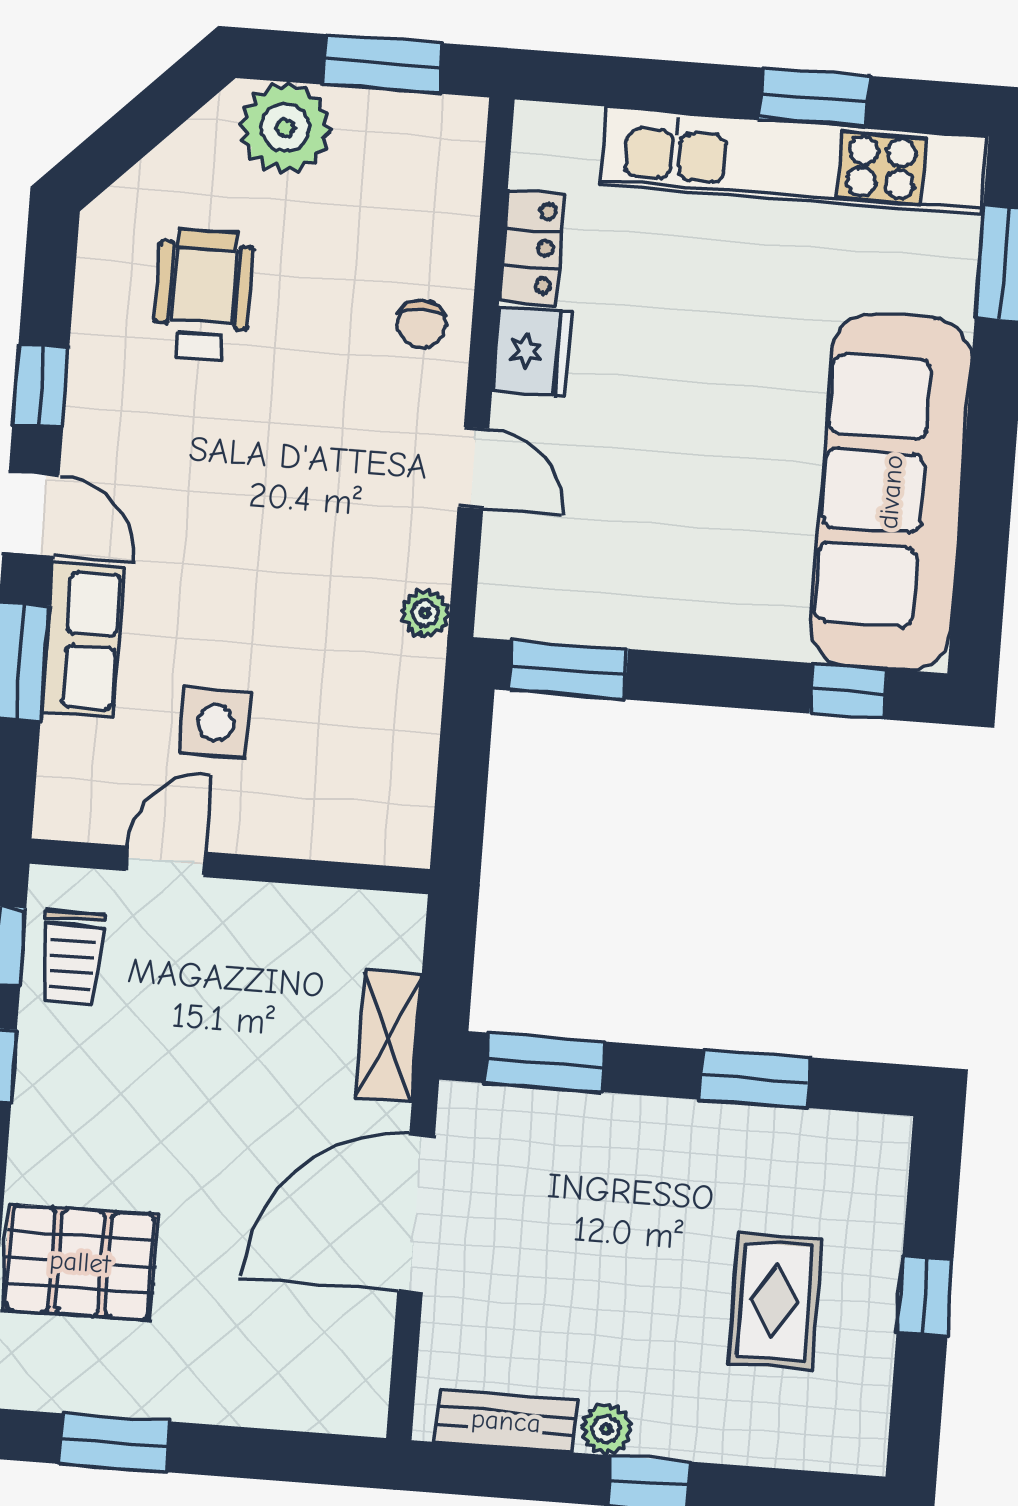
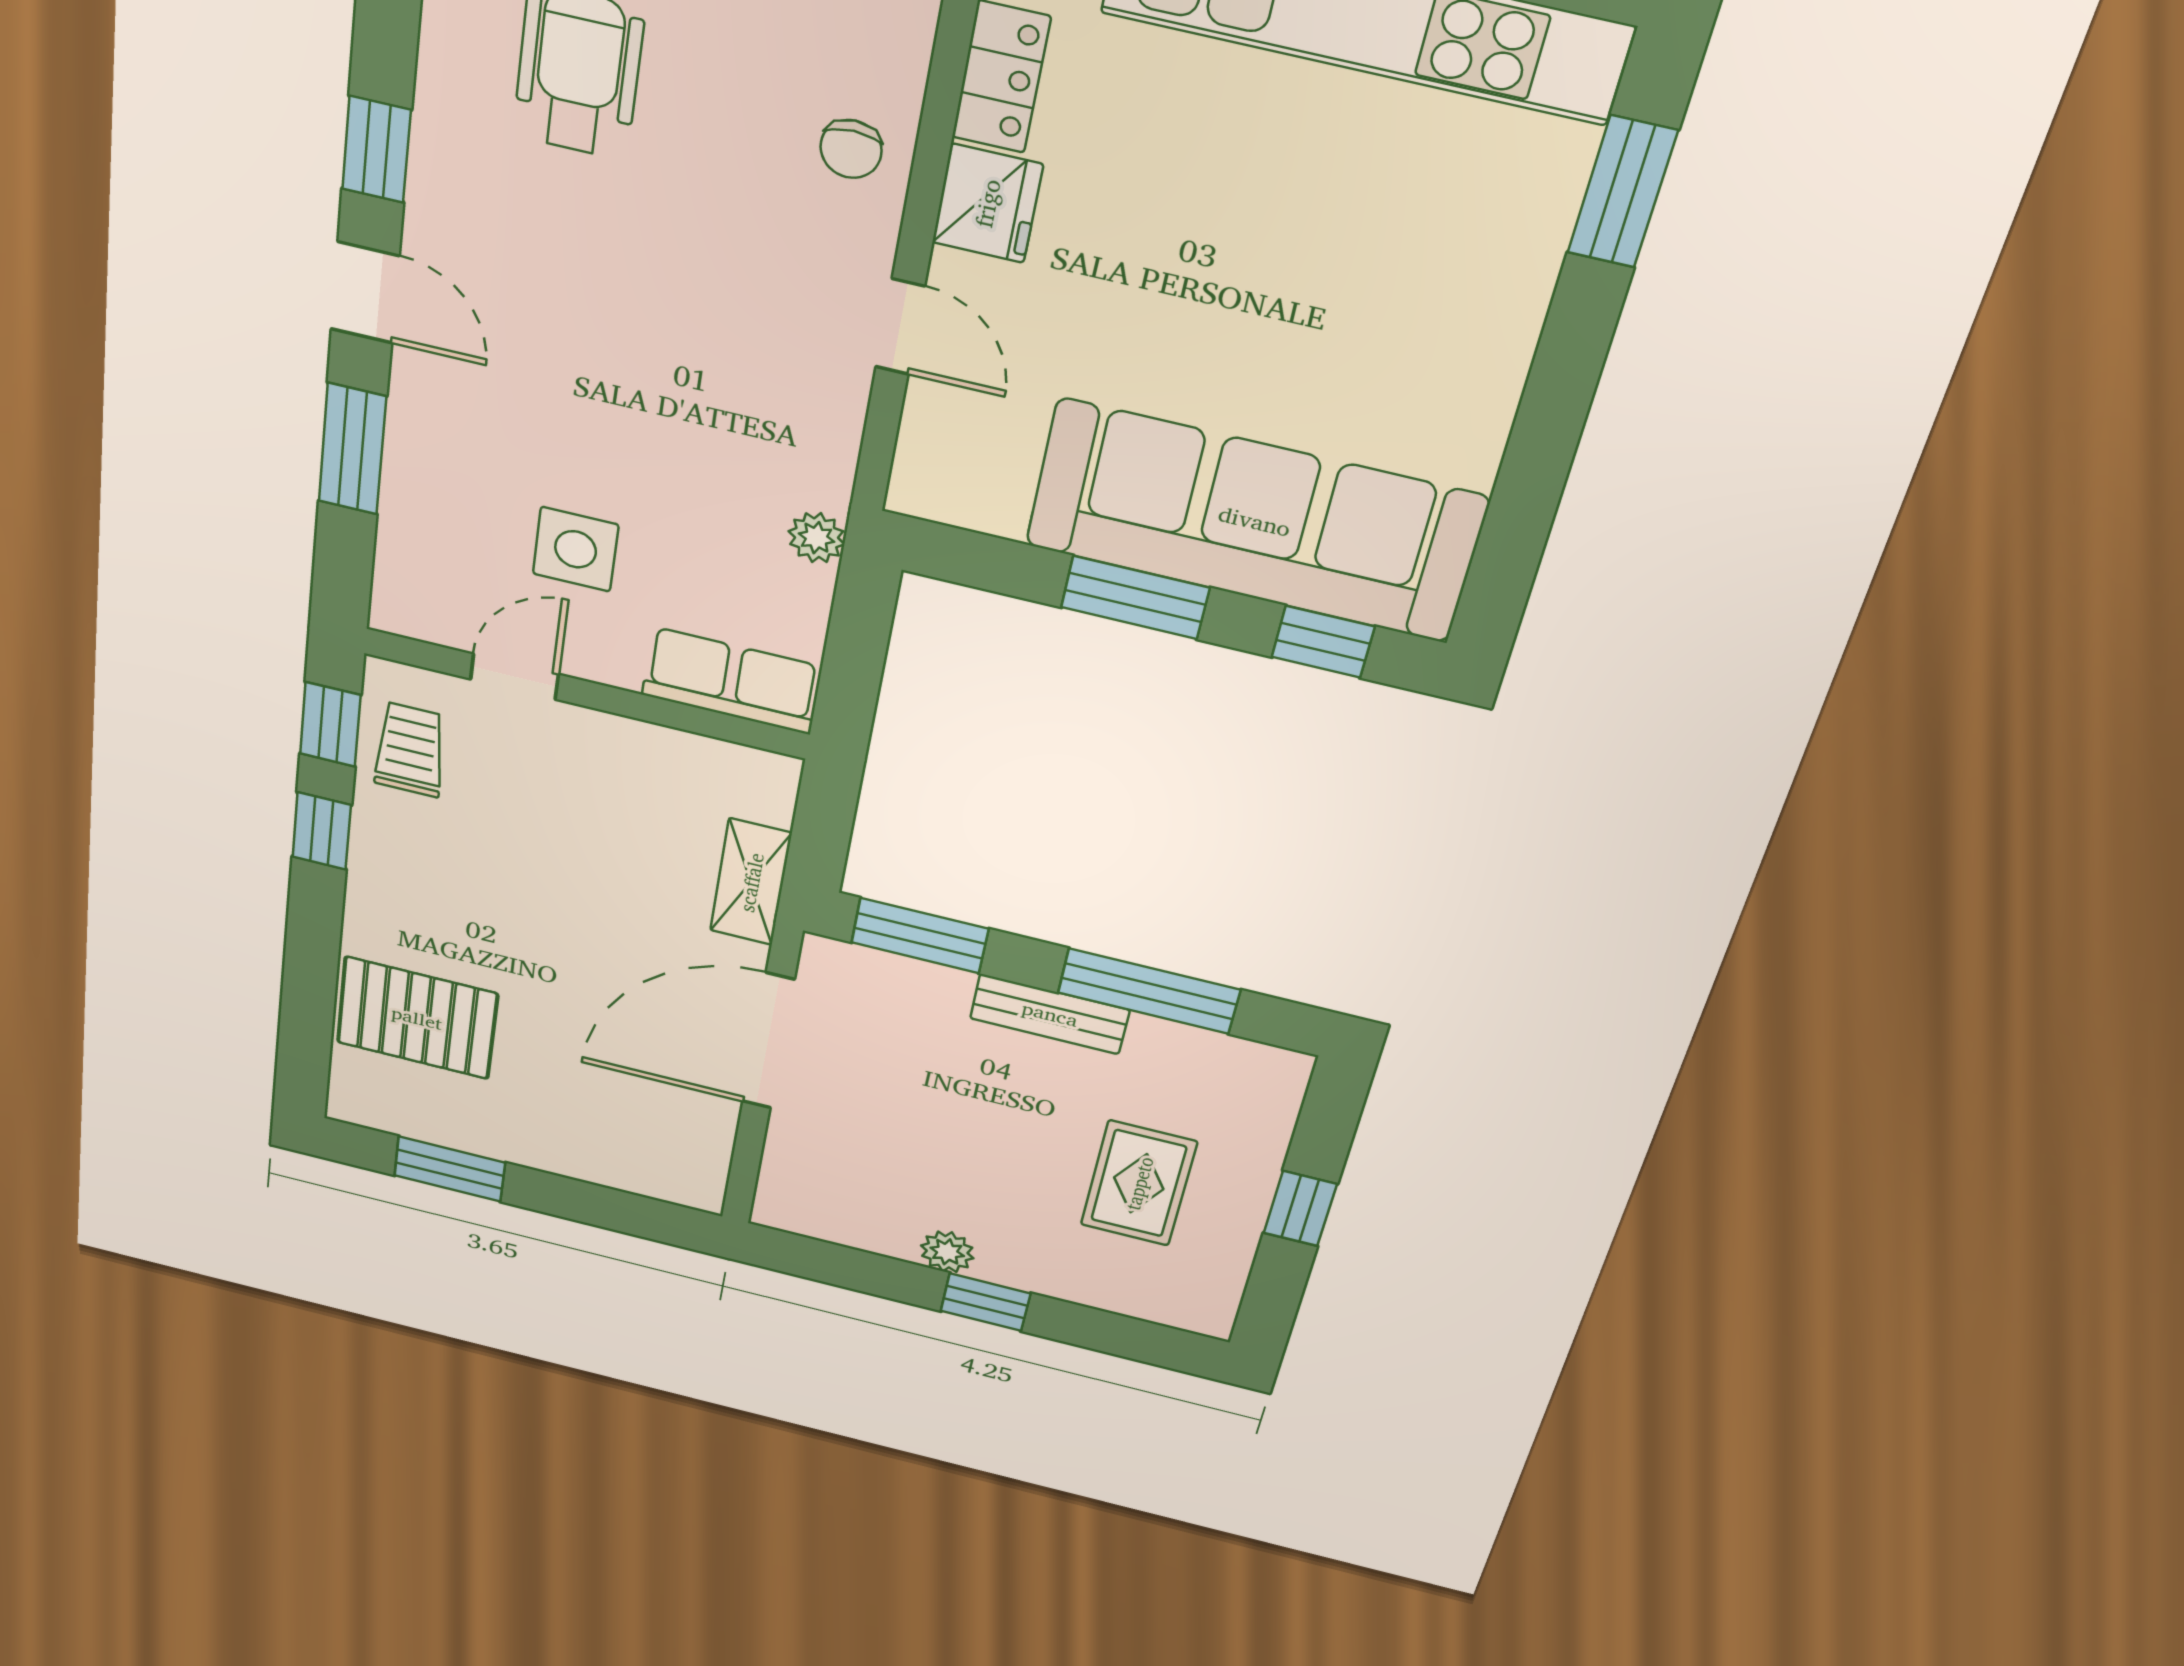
sofa: (891, 492) -> (1255, 521), moved, turned 90
plant: (425, 613) -> (816, 538), moved
row of seats: (83, 640) -> (731, 681), moved, turned -90
window: (569, 670) -> (1135, 598), moved
trolley: (72, 958) -> (410, 750), turned 180
window: (755, 1078) -> (1149, 991), width x1.44
bench: (506, 1421) -> (1050, 1014), moved

